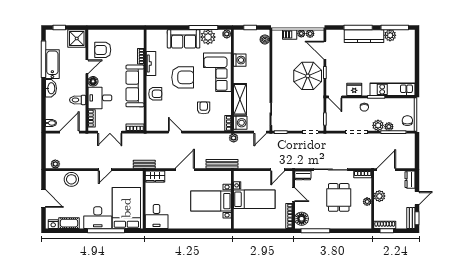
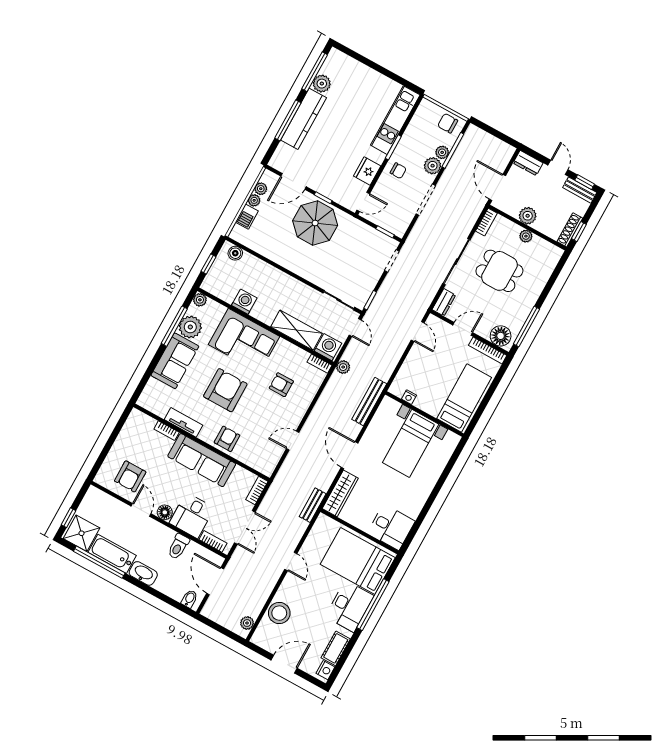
shower: (77, 39) -> (82, 533), moved
wardrobe: (155, 176) -> (340, 493), width x1.50
bed: (254, 199) -> (464, 398), moved

